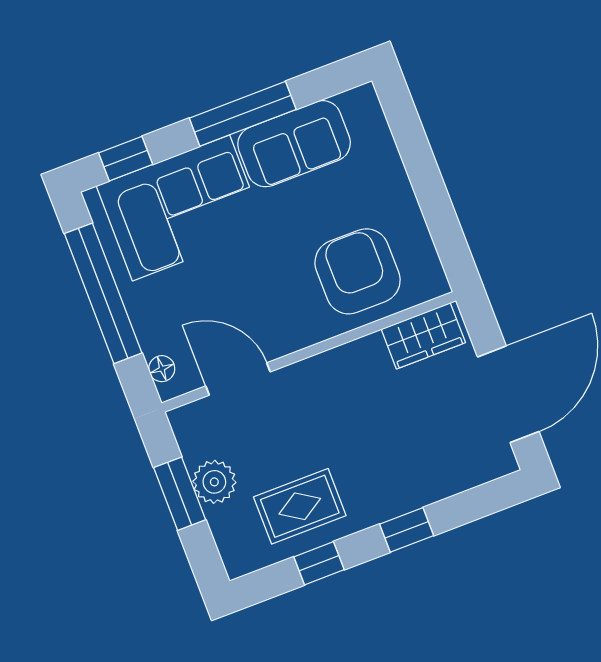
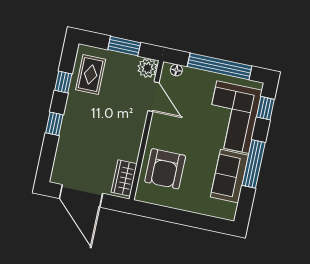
armchair: (358, 271) -> (165, 169), turned 90
door: (238, 379) -> (154, 97), hinge flipped
plant: (214, 482) -> (147, 68), moved
rug: (300, 506) -> (91, 75), moved

